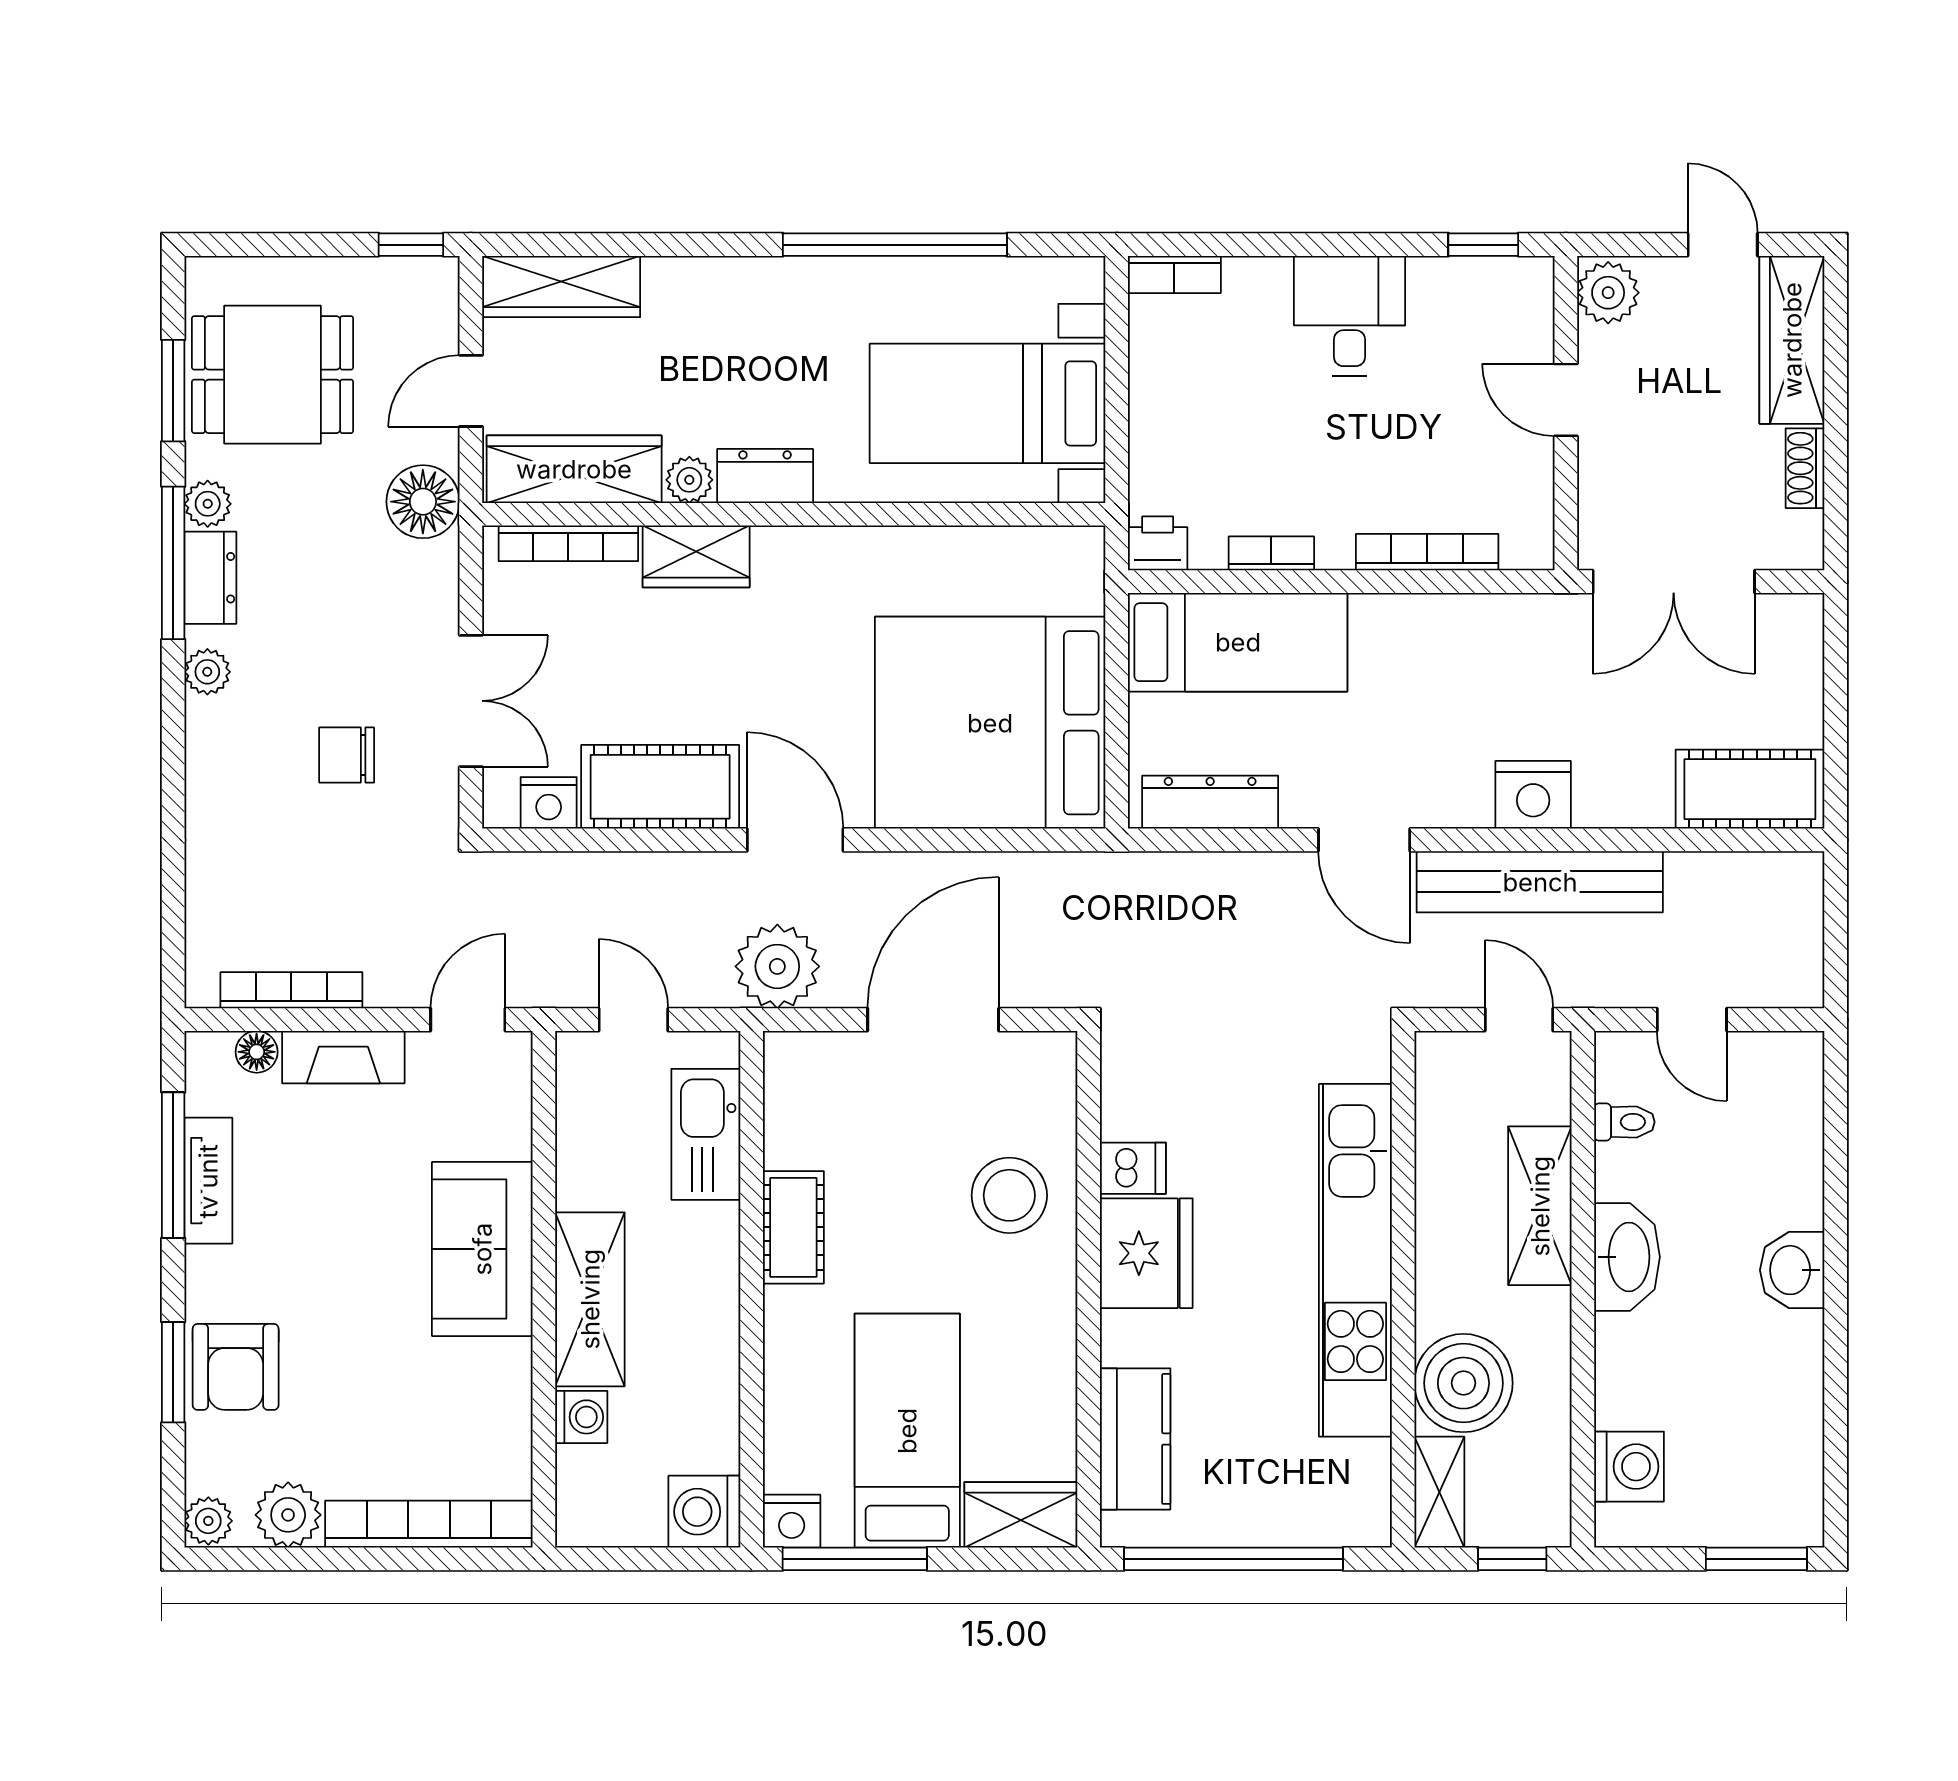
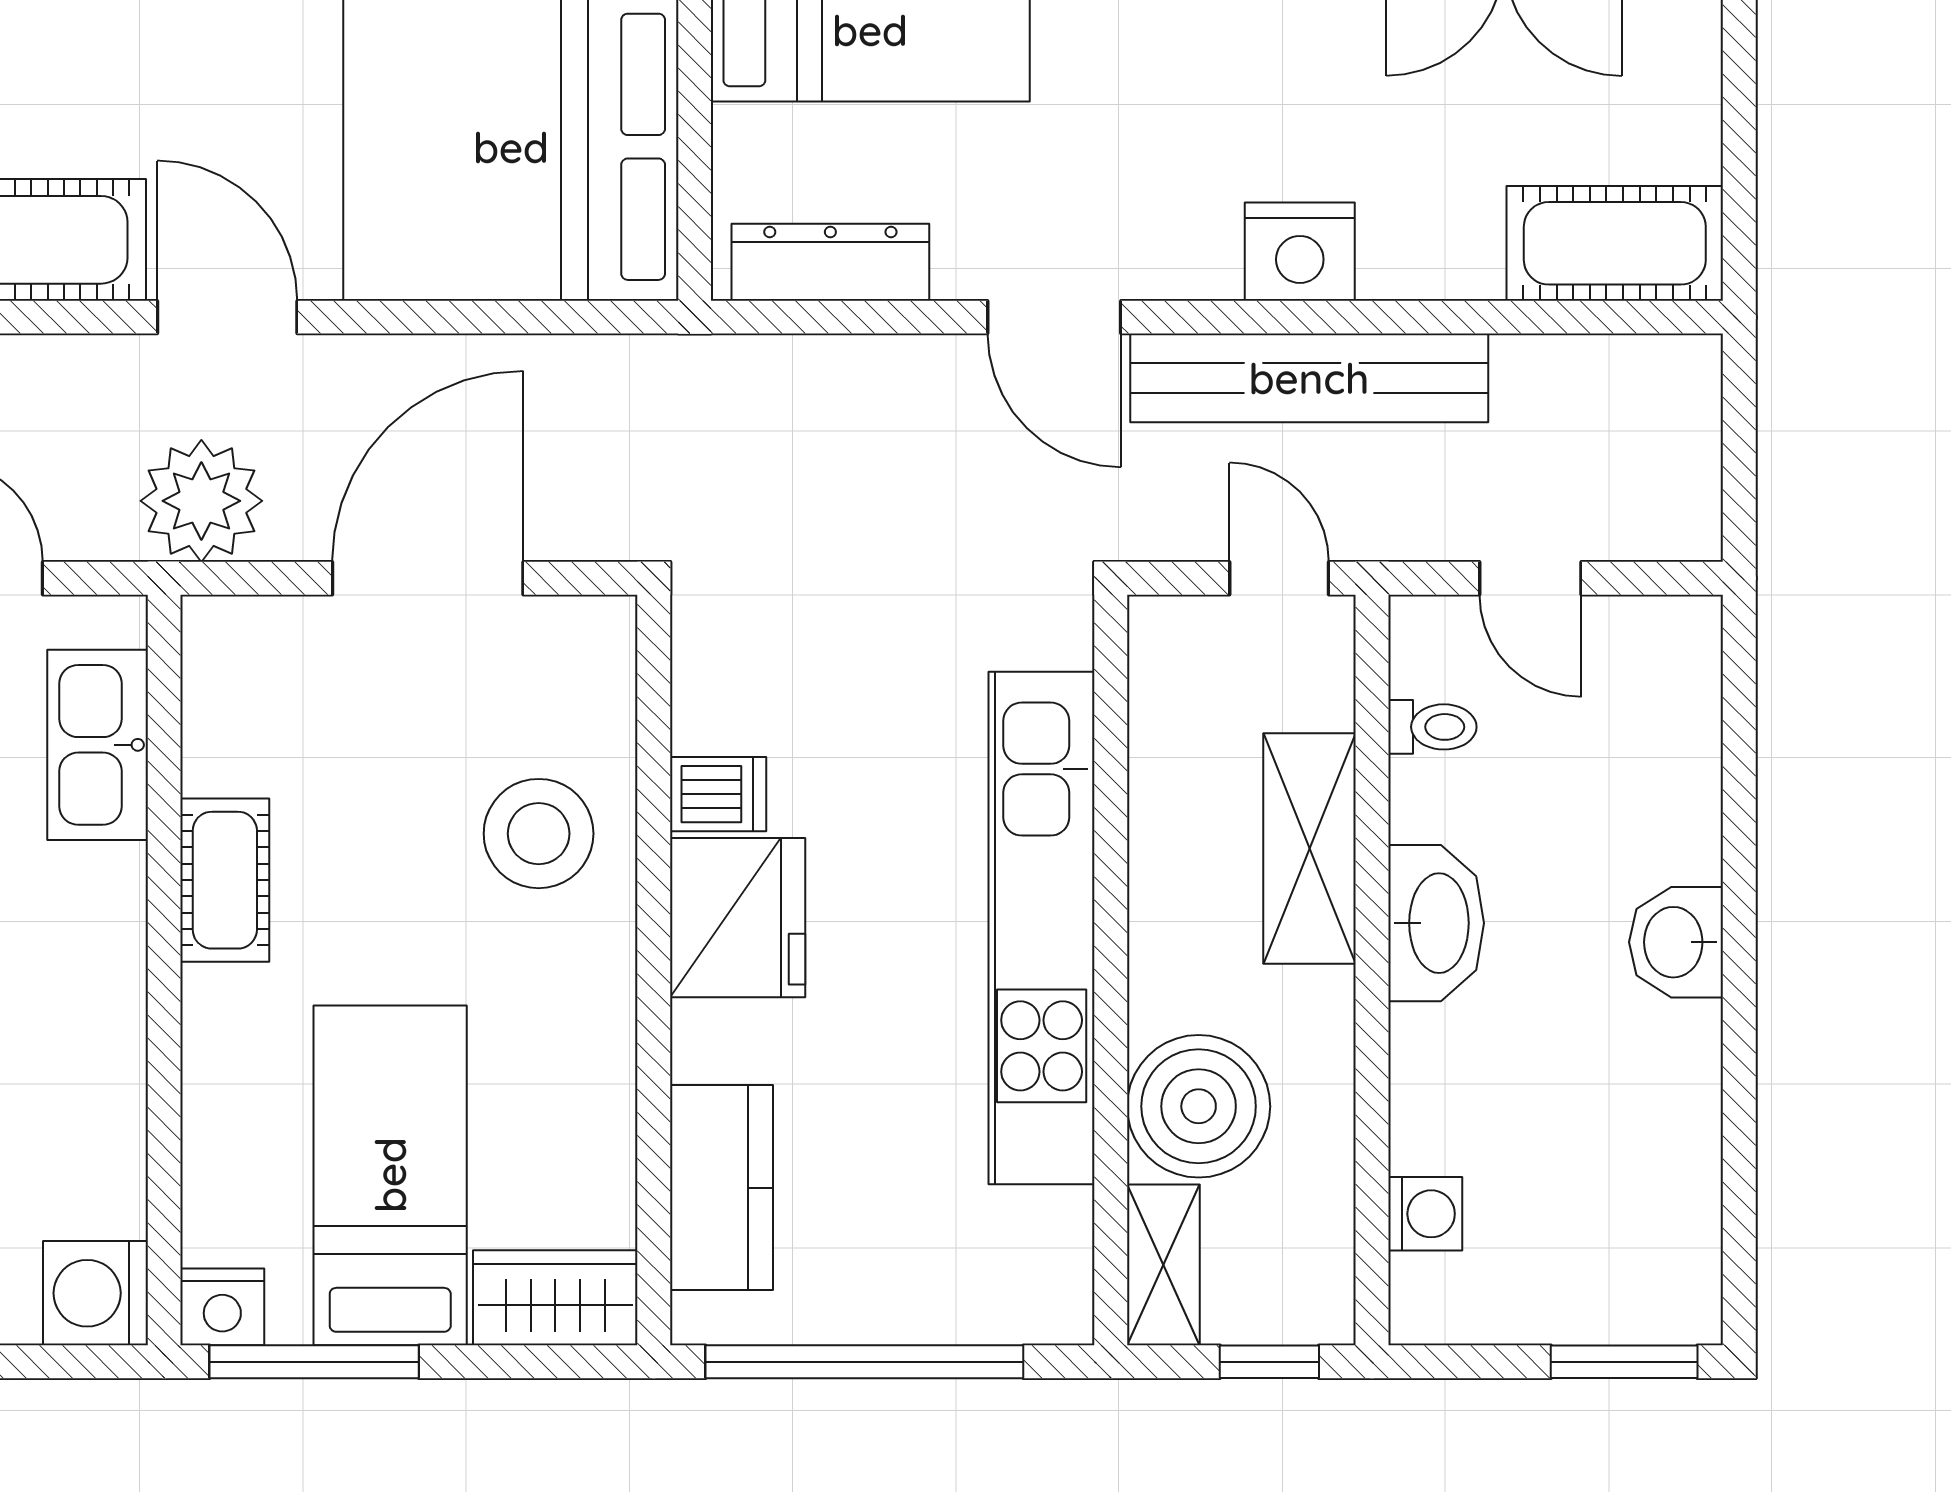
washing machine: (1629, 1467) -> (1425, 1214), width x0.73, depth x0.73

